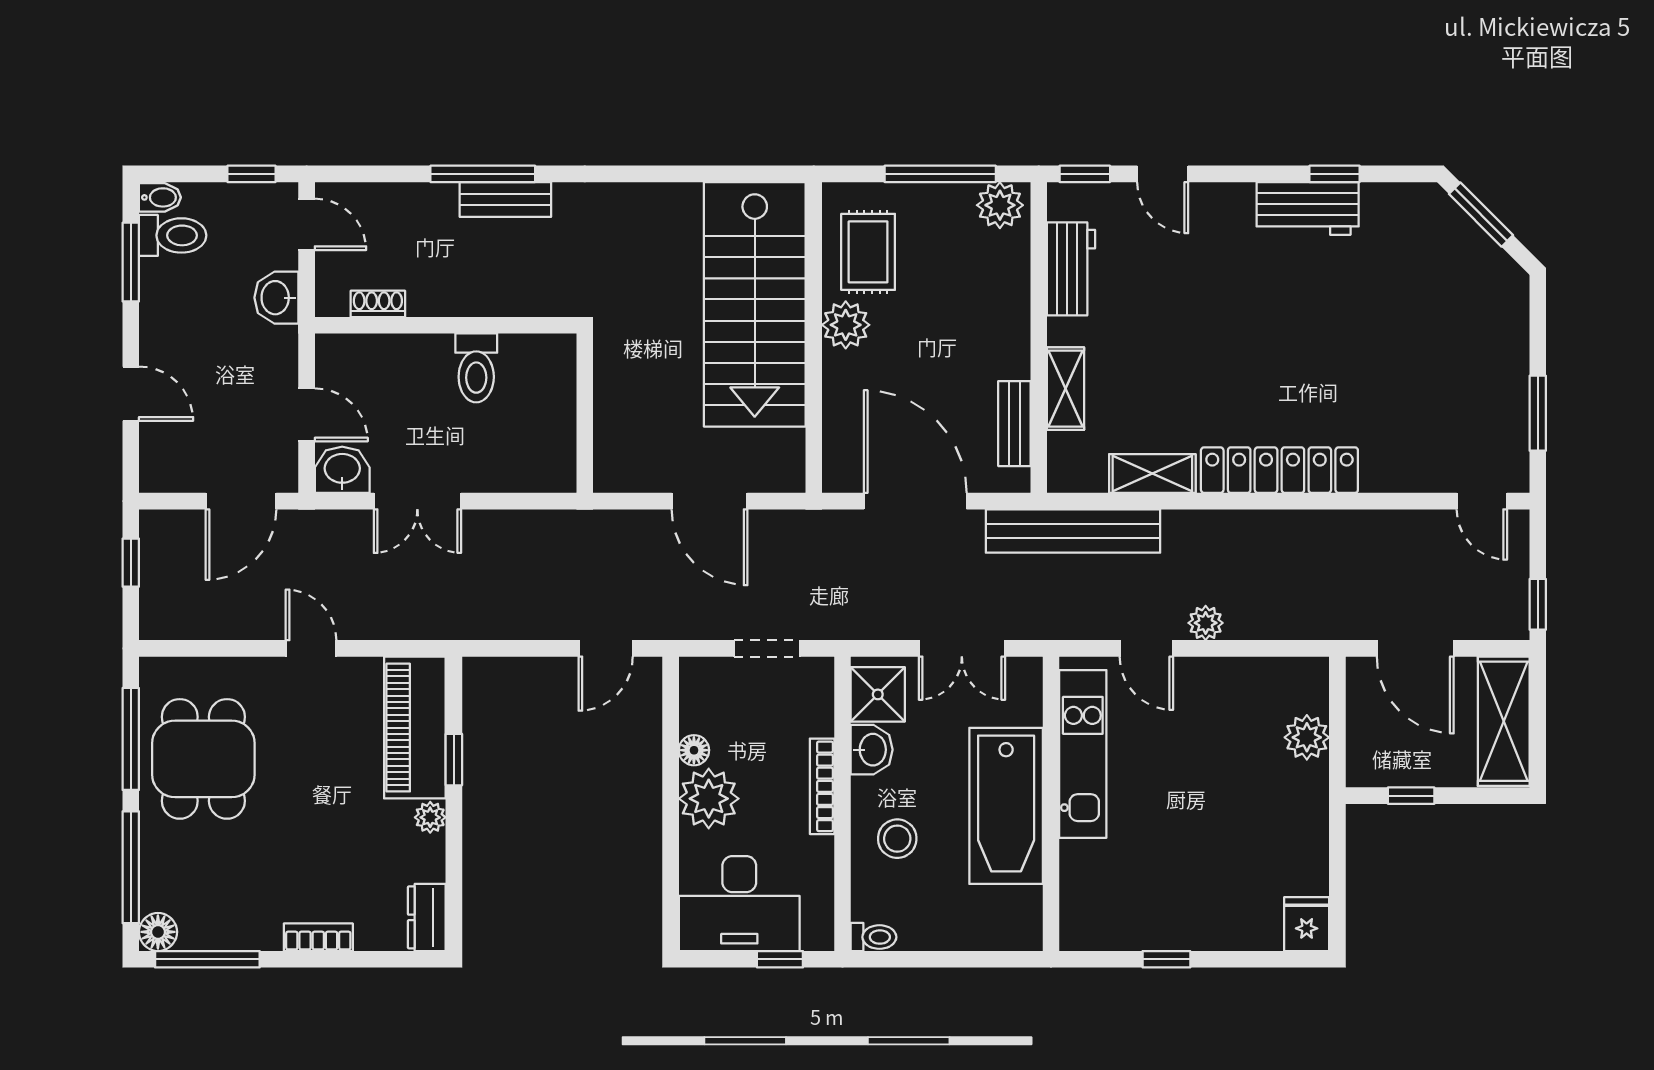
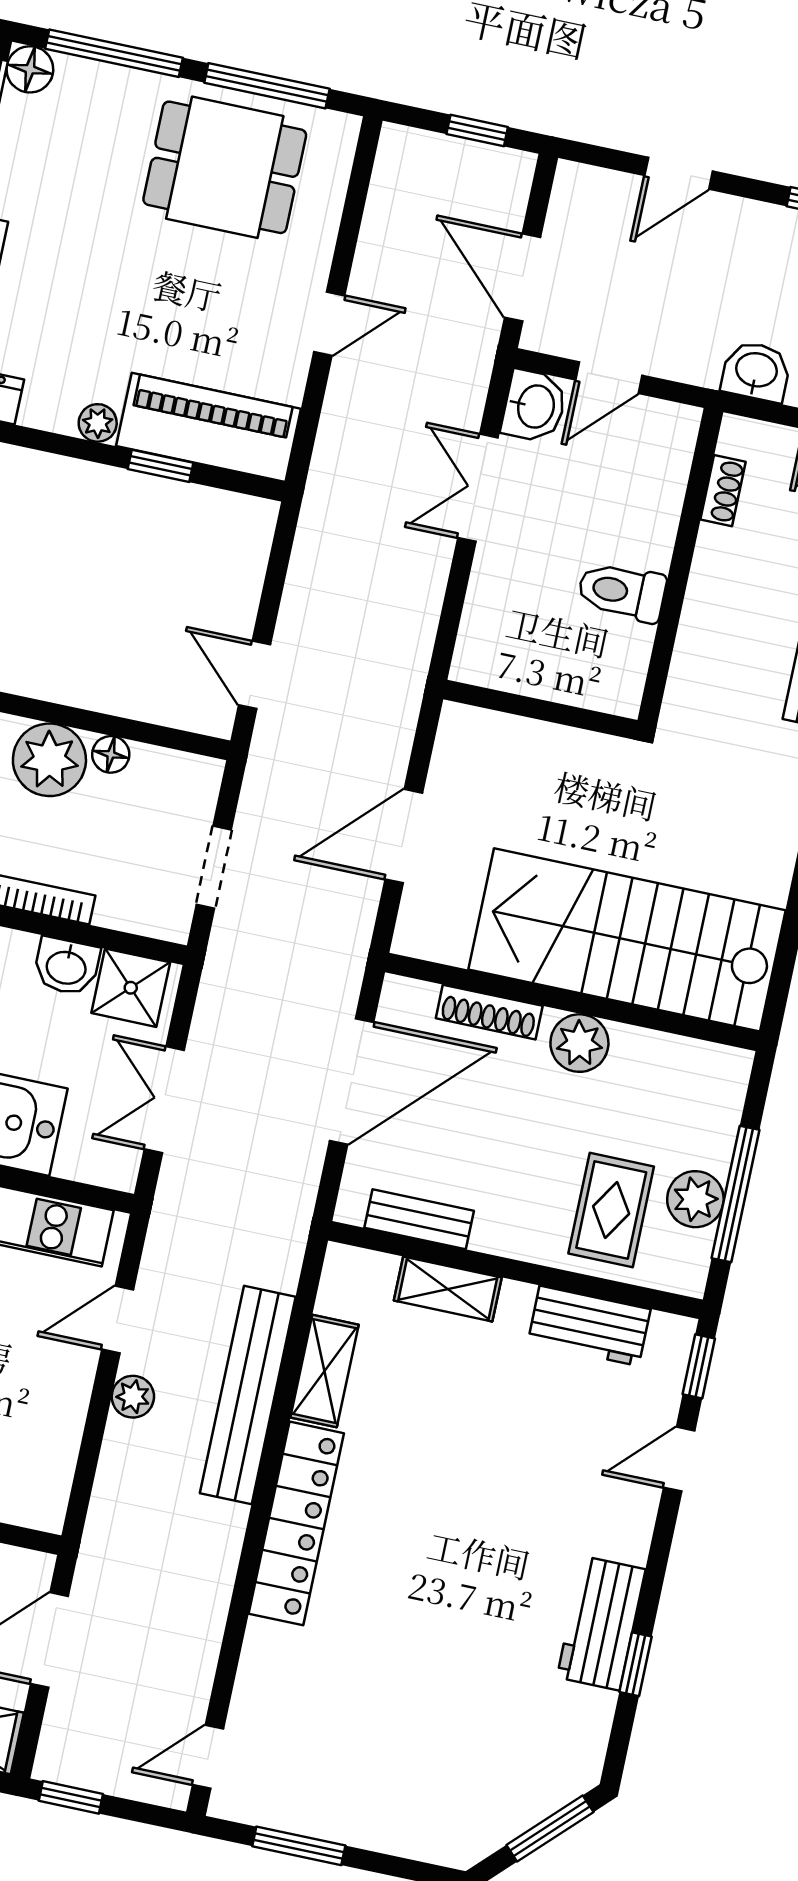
plant: (1000, 205) -> (695, 1199), moved
rug: (868, 252) -> (611, 1210), moved, turned 90
shoe rack: (836, 403) -> (489, 1012), added
bench: (1073, 531) -> (248, 1395), moved

